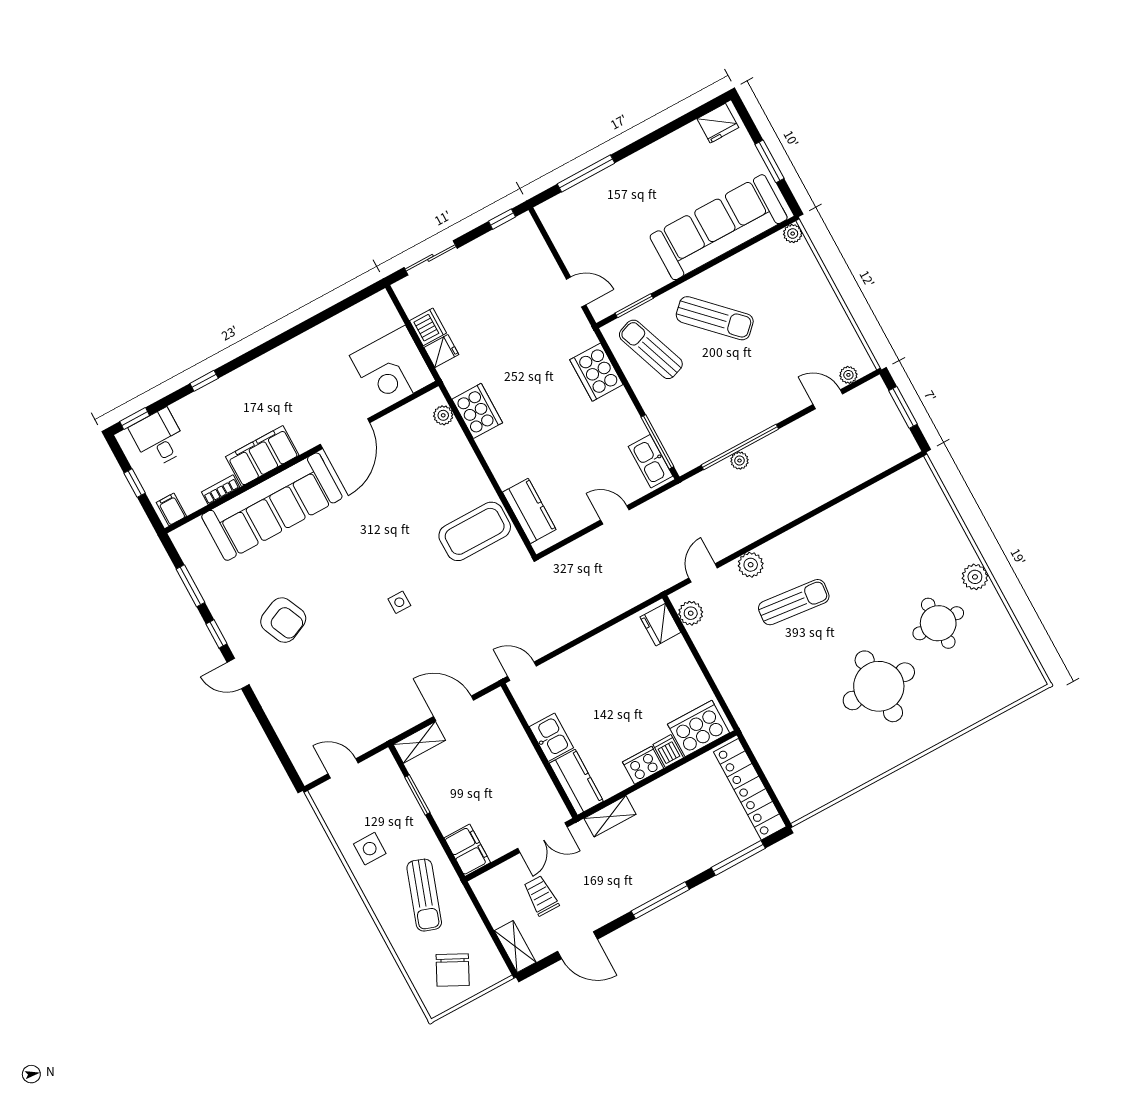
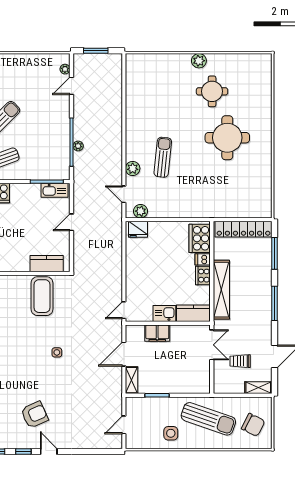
door: (238, 673) -> (49, 451), swing flipped
shelving: (610, 816) -> (221, 290), width x2.20, depth x1.33
filing cabinet: (467, 850) -> (157, 333), moved, turned 180
sun lounger: (424, 895) -> (208, 419), width x1.36, depth x1.34

